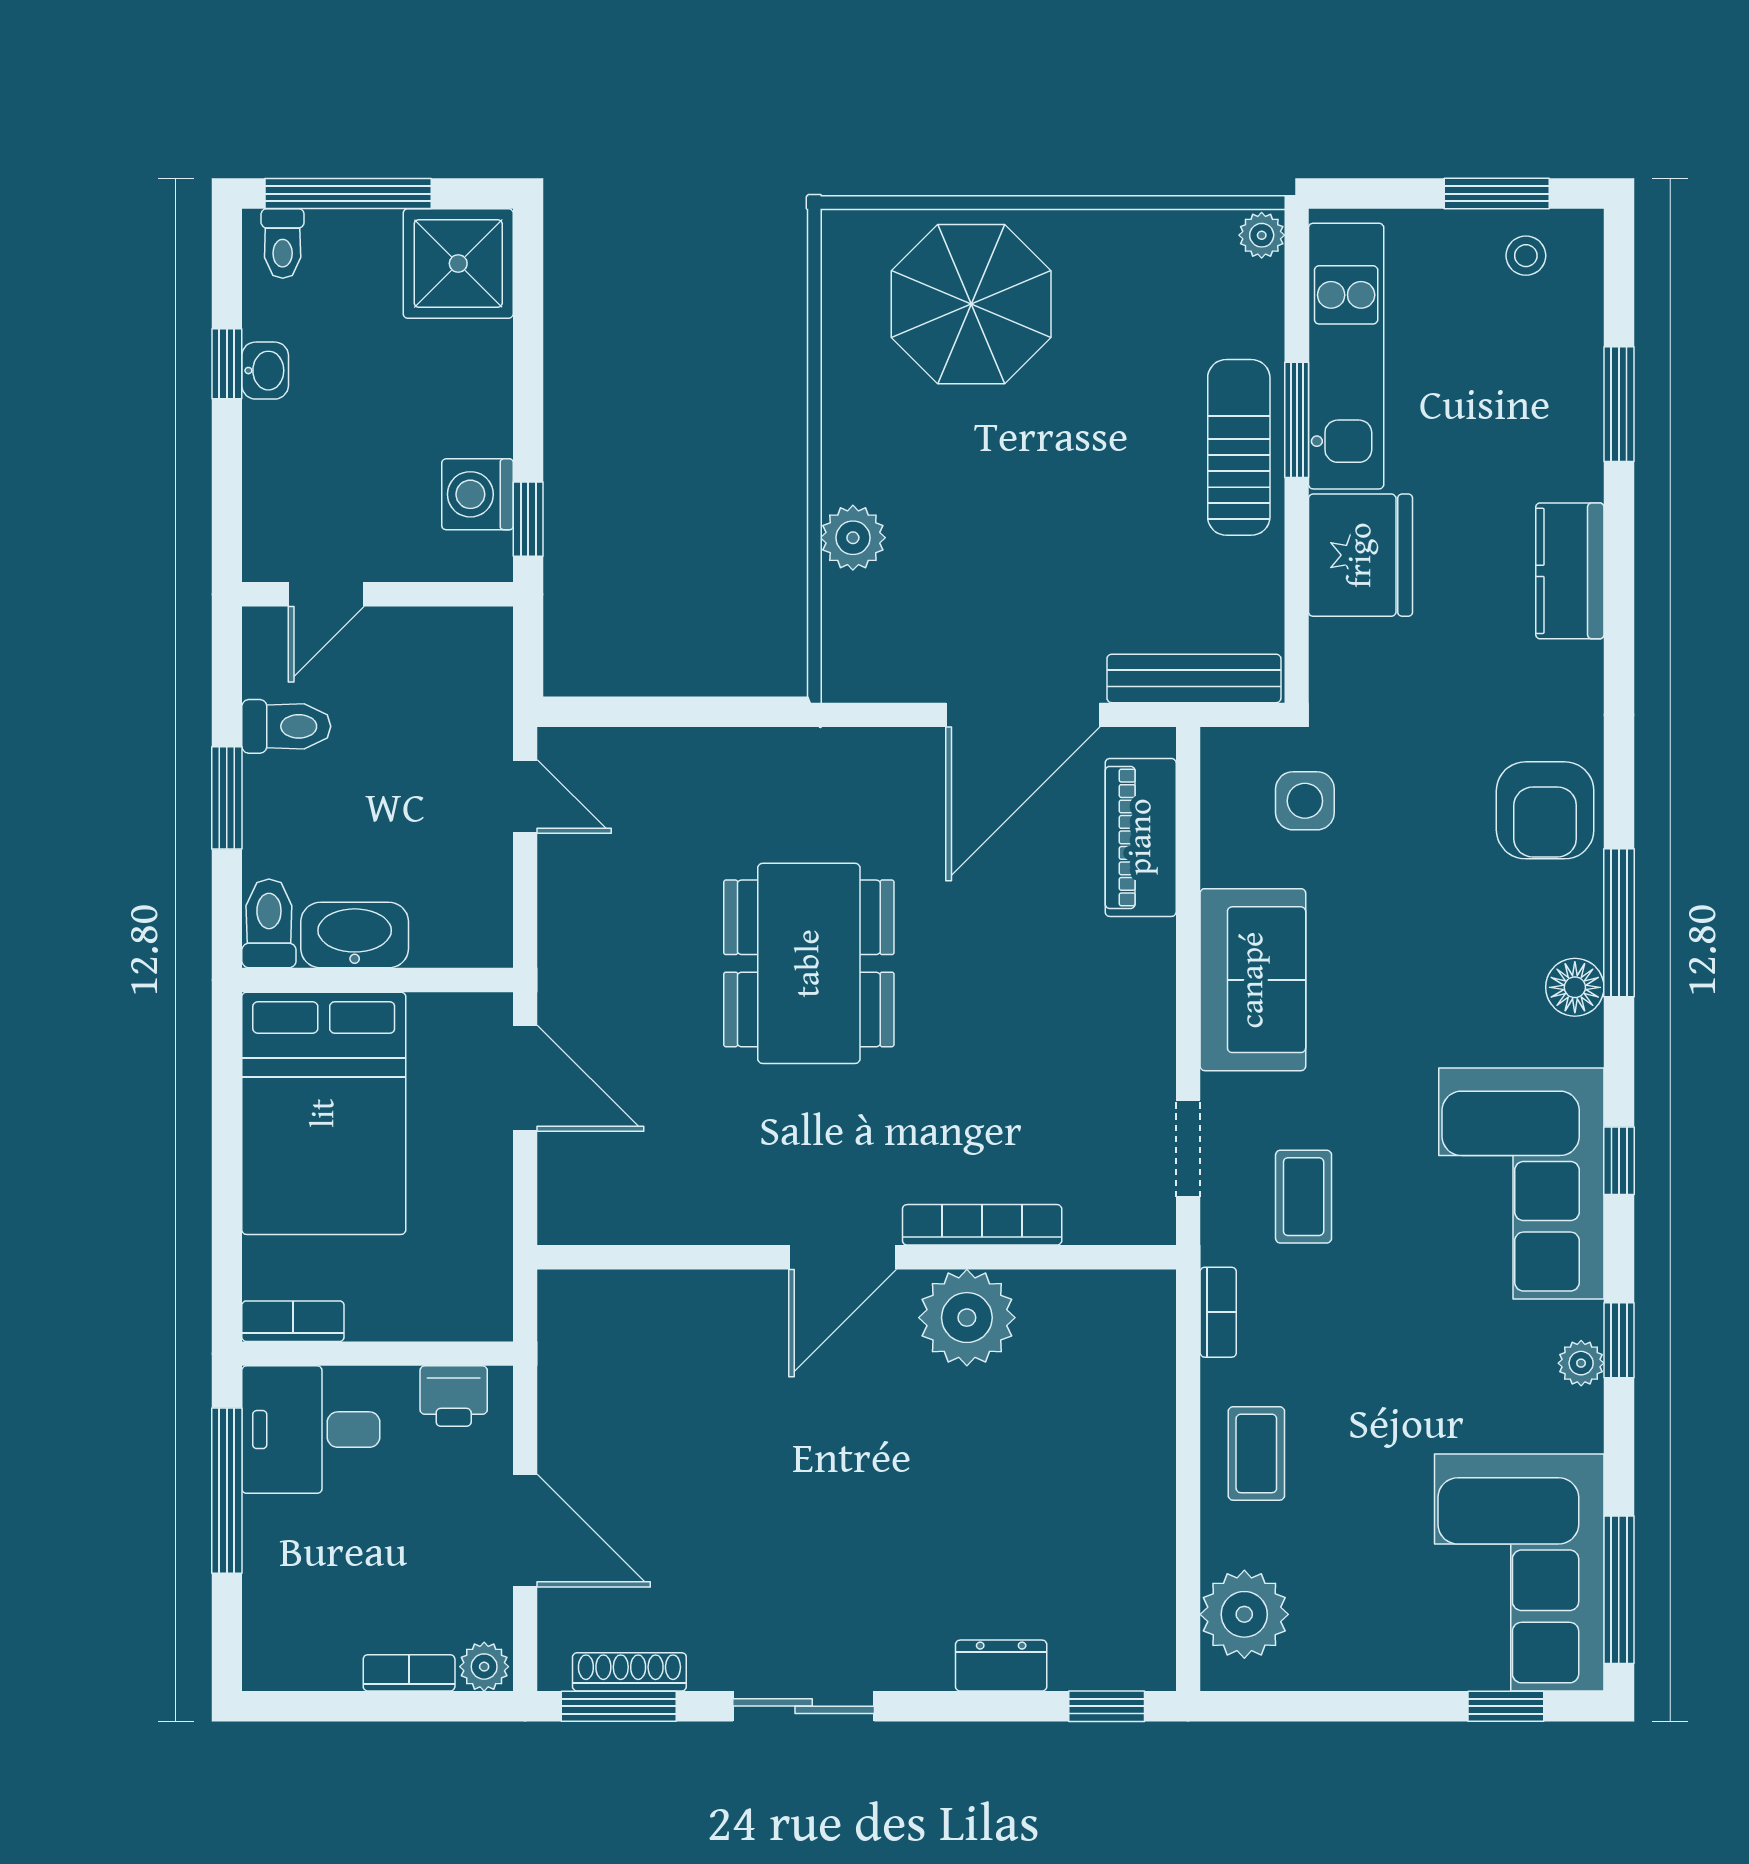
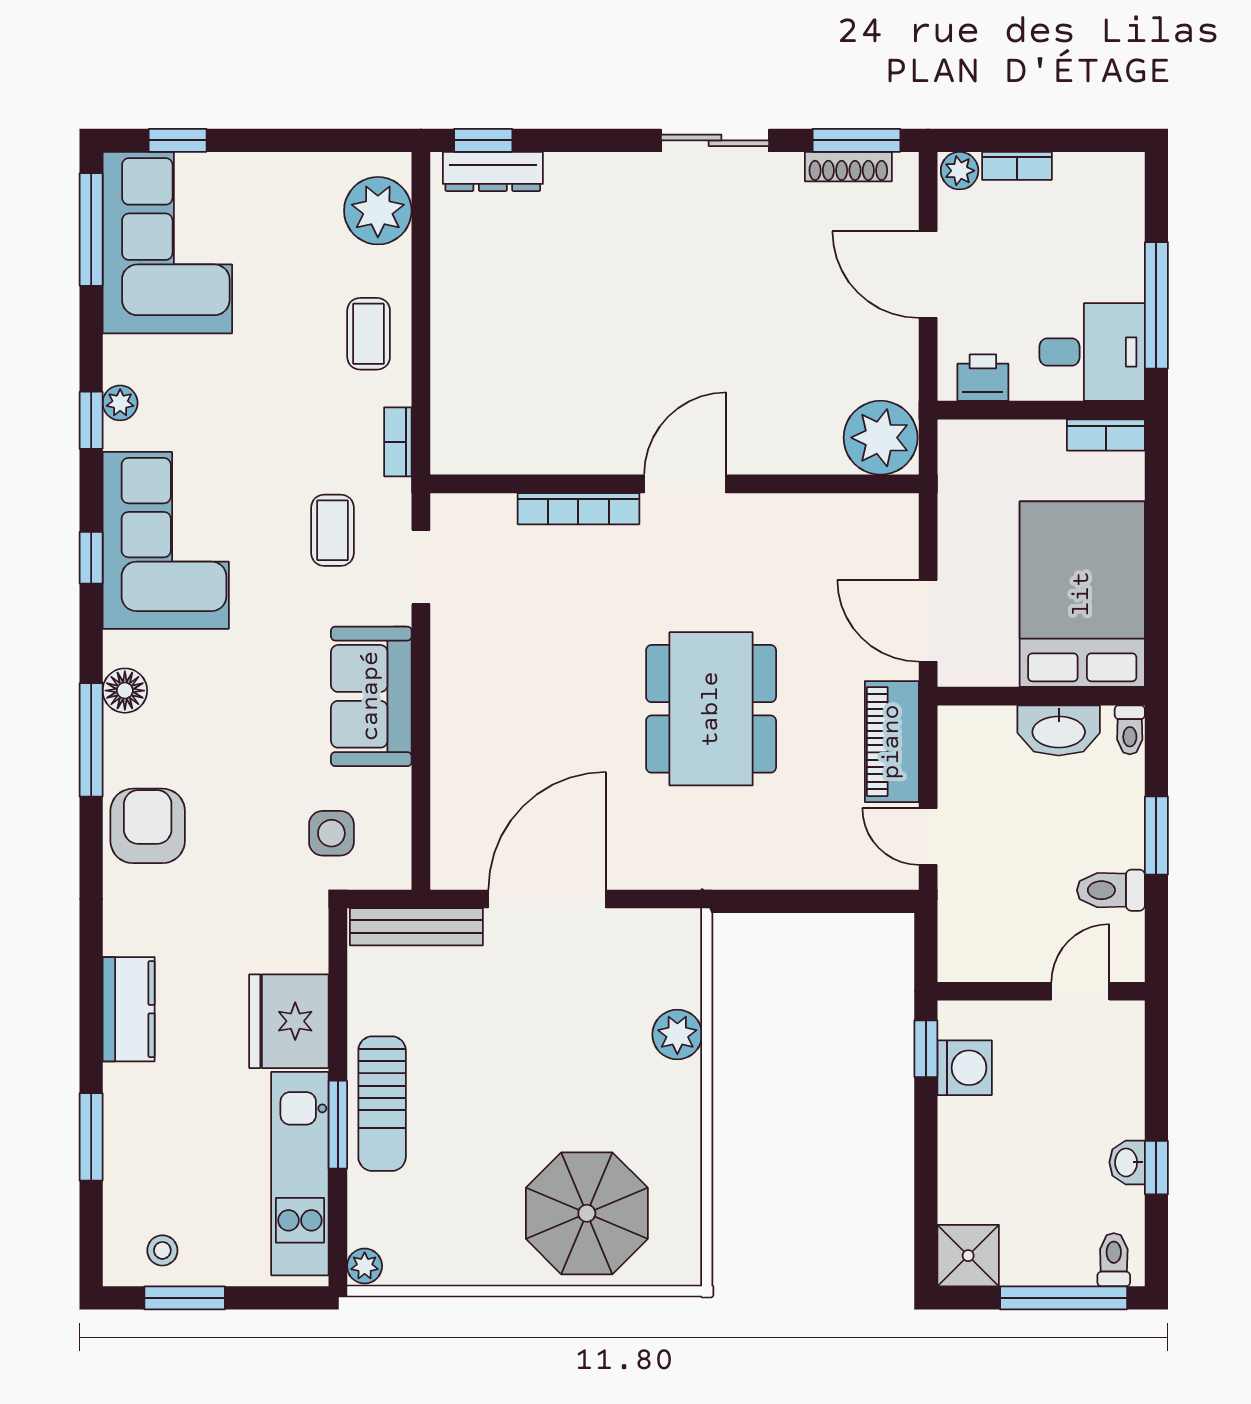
shower: (458, 263) -> (968, 1256), width x0.73, depth x0.73
piano: (1141, 837) -> (892, 742), moved, turned 180
toilet: (269, 923) -> (1130, 730), width x0.73, depth x0.72
plant: (967, 1318) -> (881, 438), moved
dresser: (1001, 1666) -> (493, 171), moved, width x1.44

